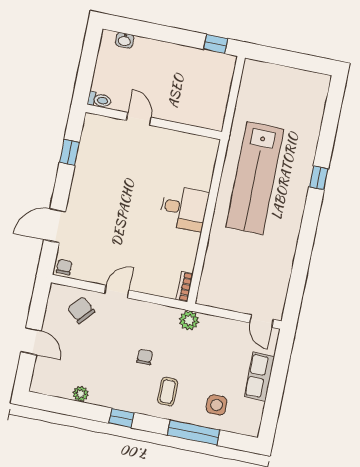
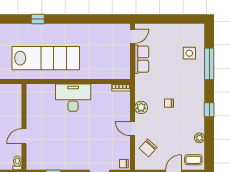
desk: (184, 208) -> (73, 98), width x1.37
plant: (189, 320) -> (141, 107), moved
row of seats: (259, 376) -> (142, 59), moved, turned -90
coffee table: (168, 392) -> (193, 160), moved

